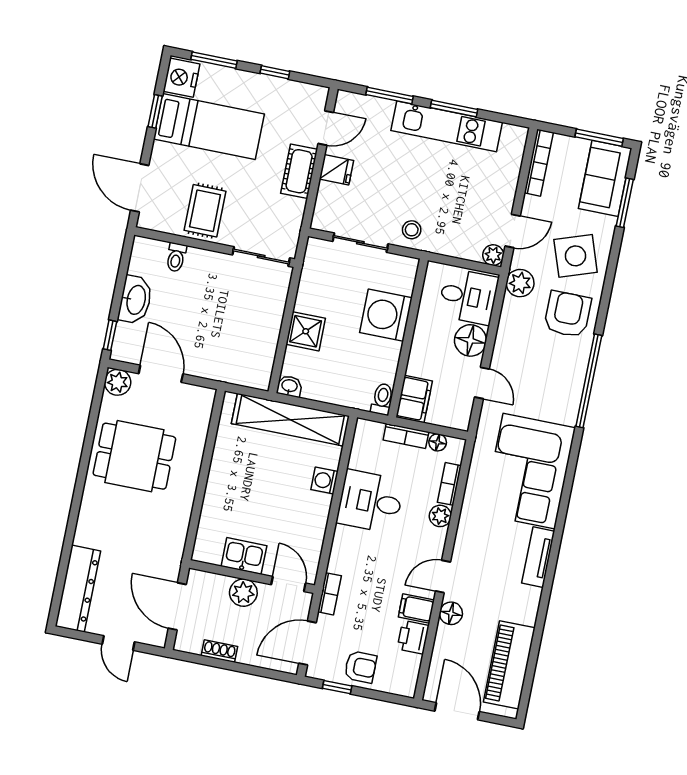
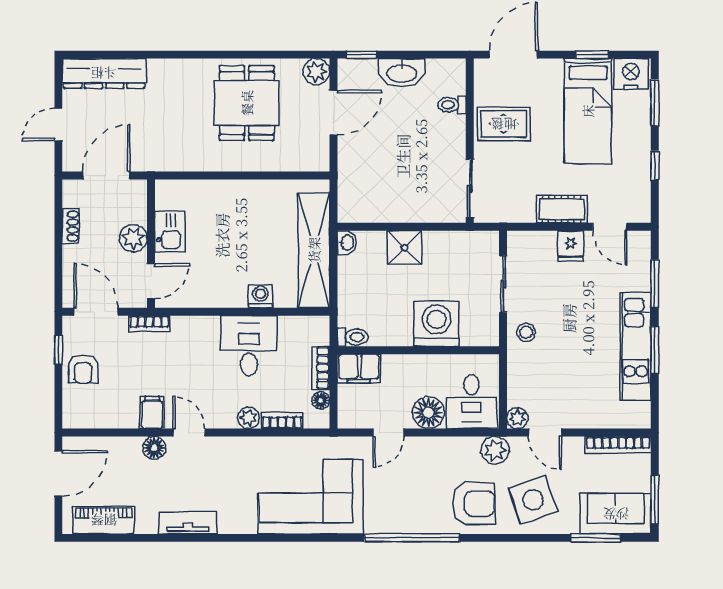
tv unit: (538, 557) -> (188, 523), moved
printer: (413, 637) -> (123, 415), removed
piano: (509, 665) -> (104, 520), width x0.73, depth x0.75

